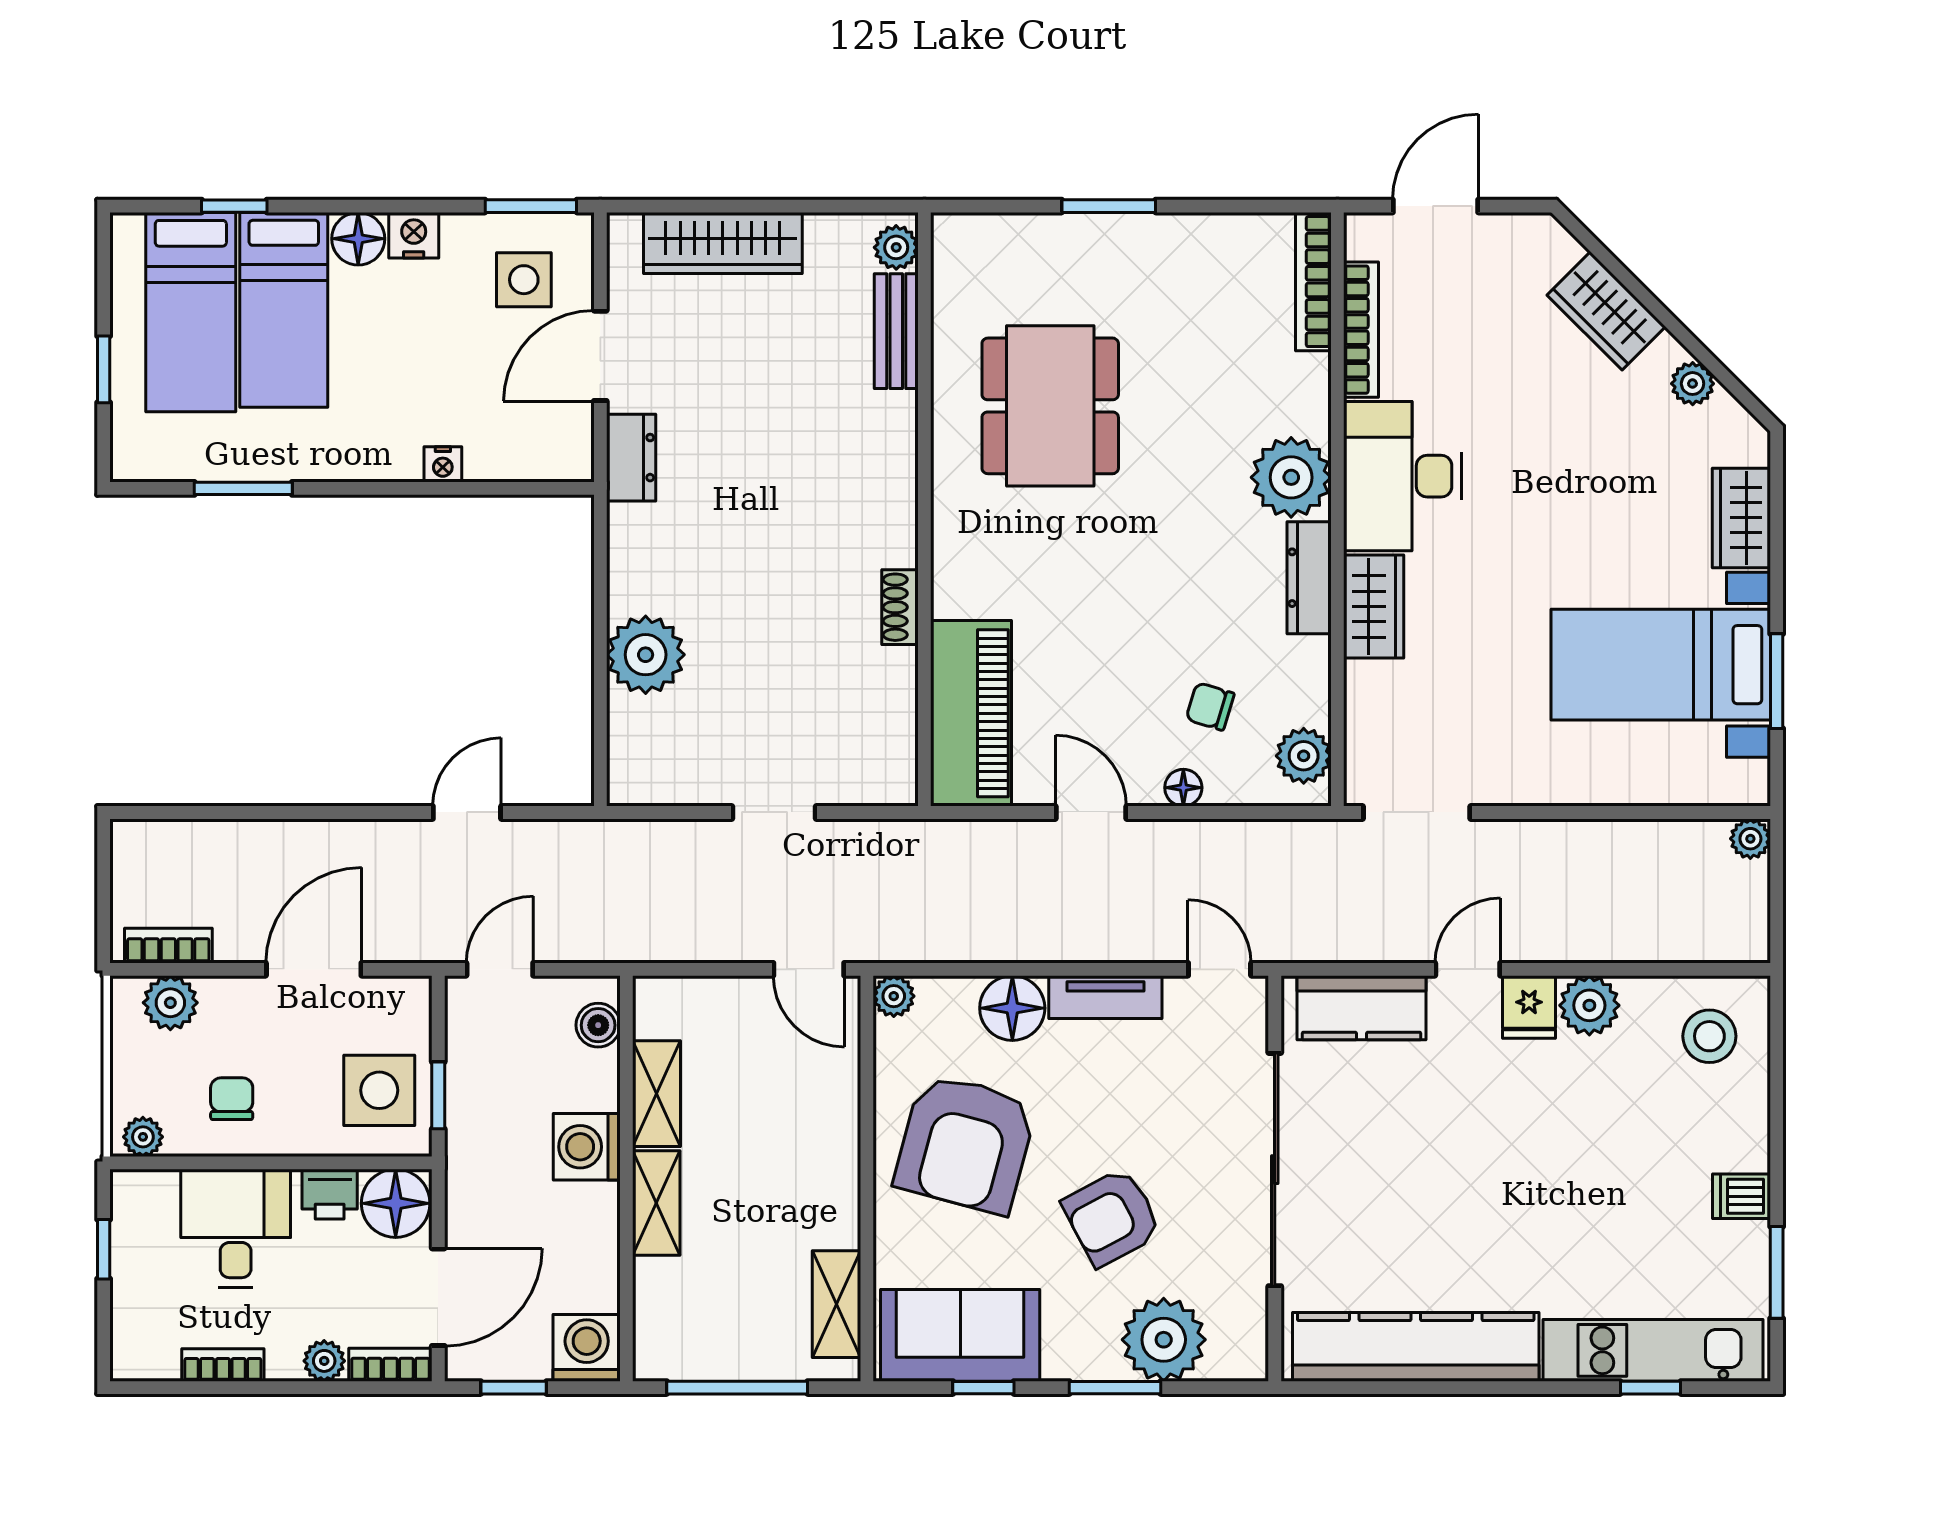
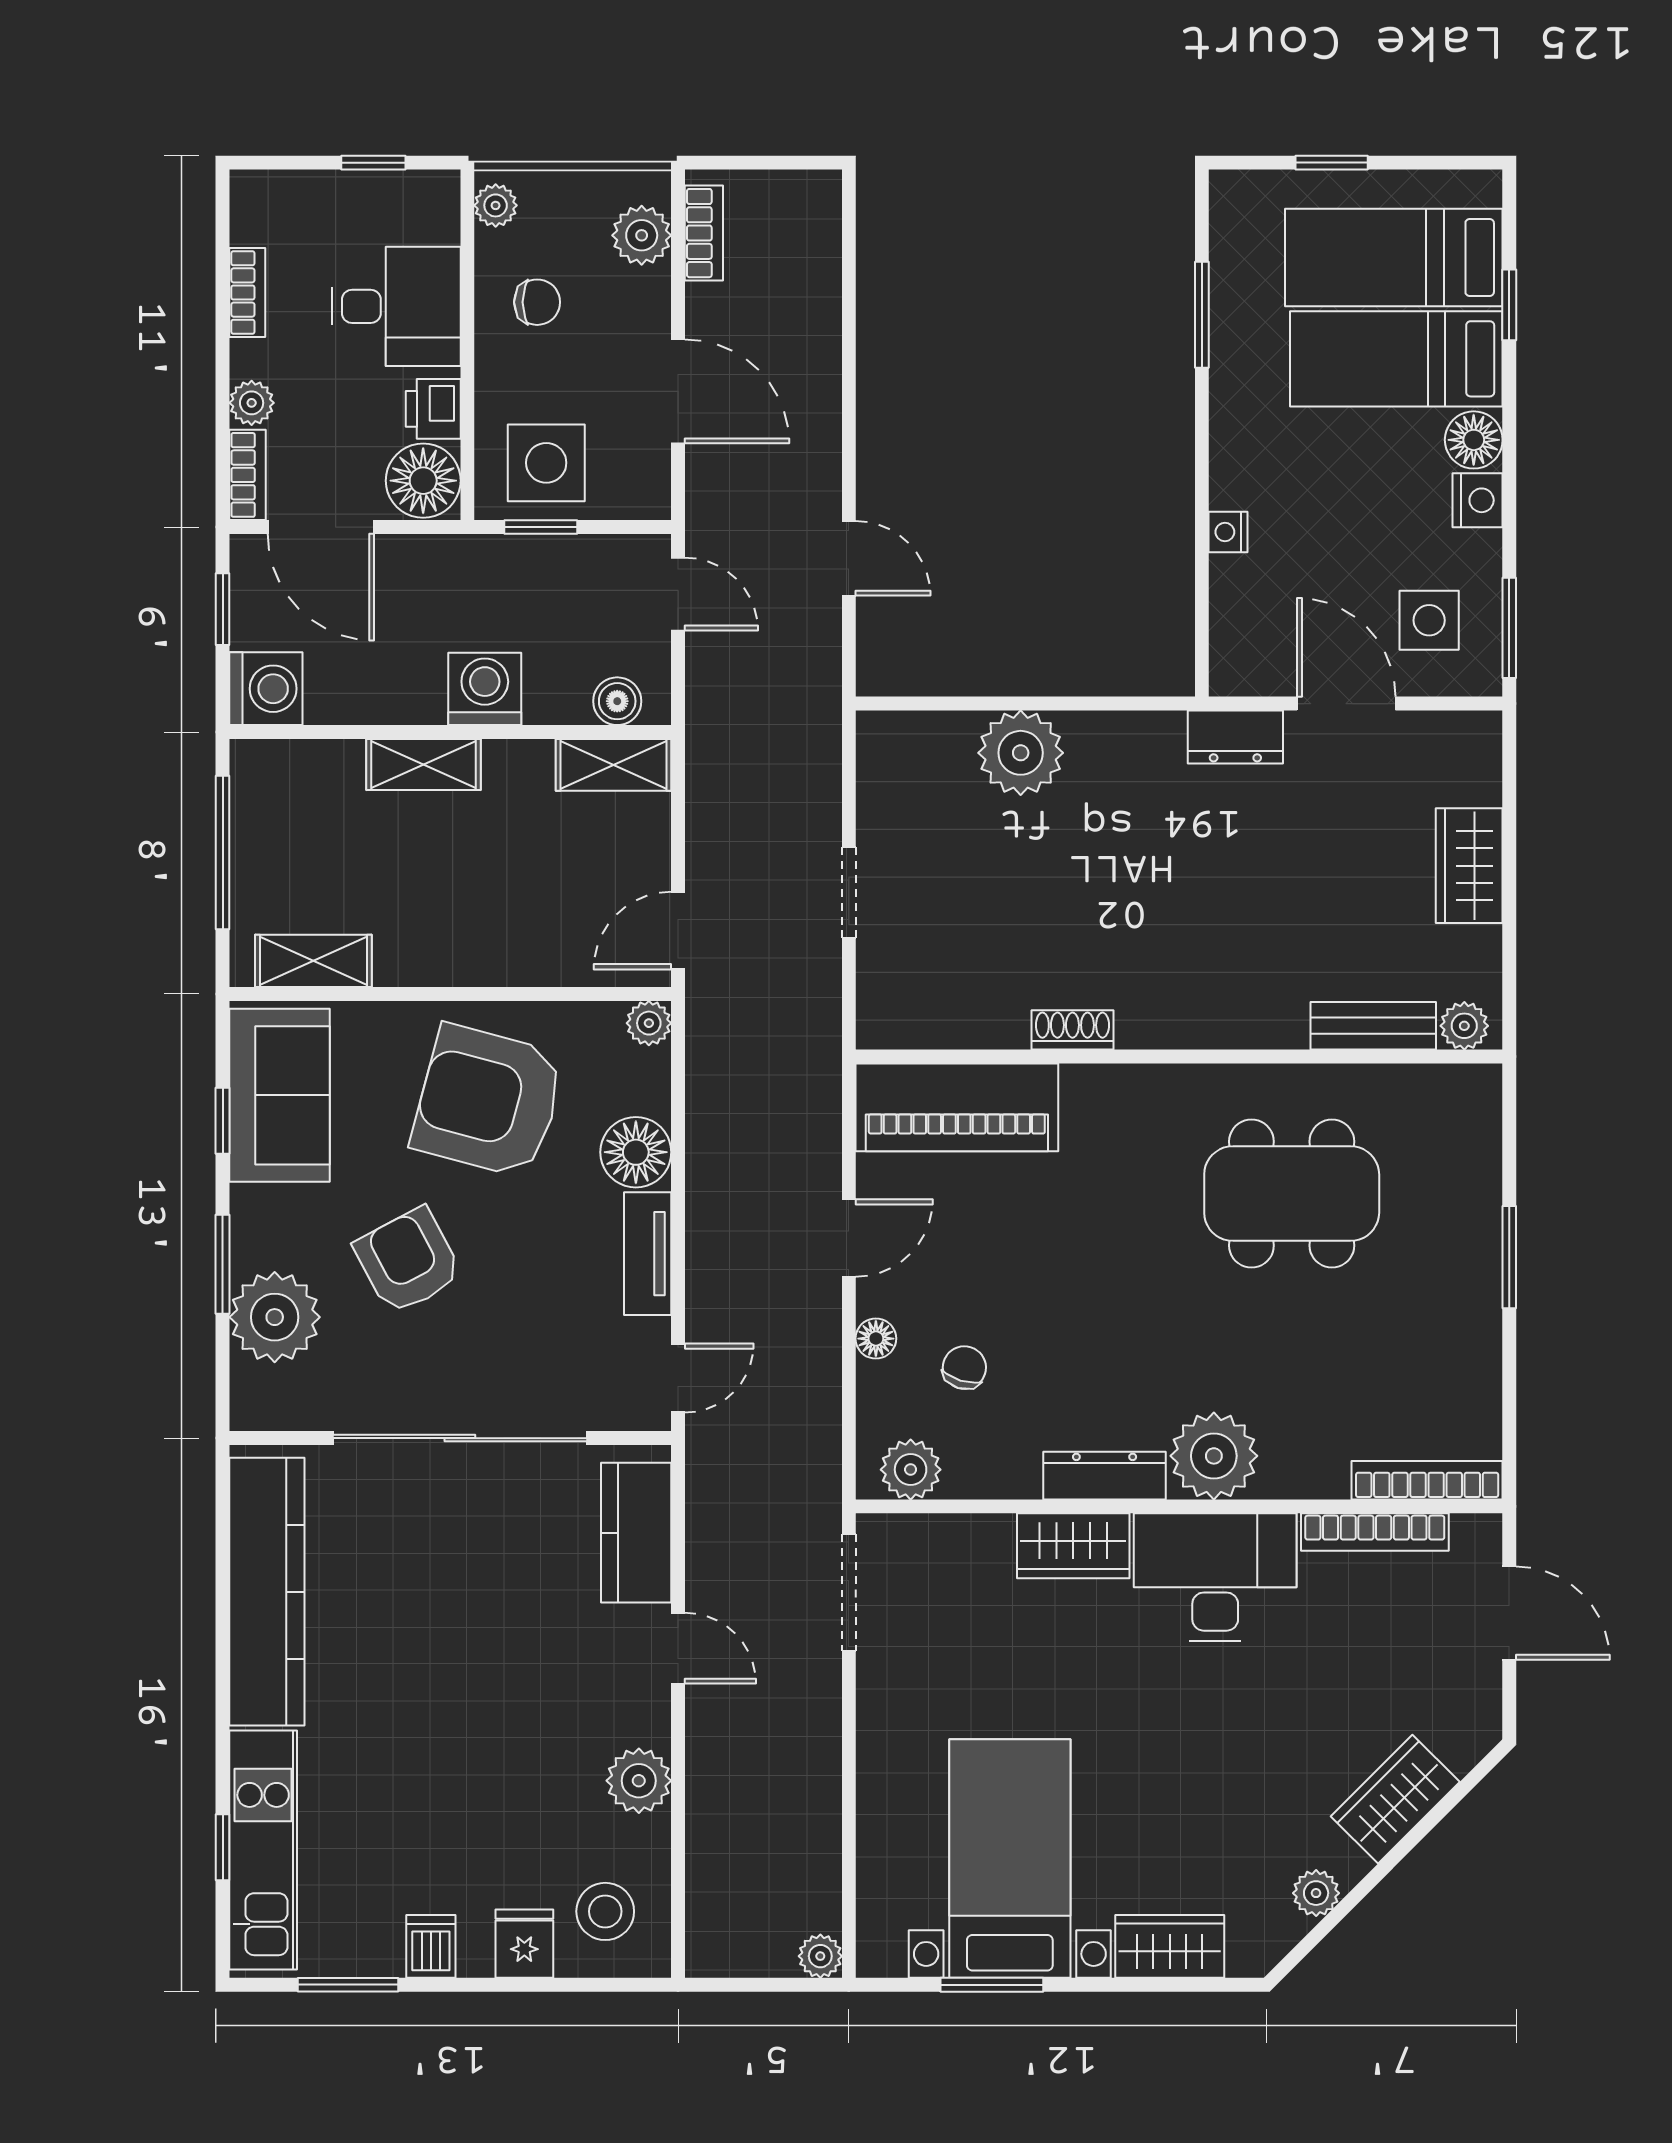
wardrobe: (723, 243) -> (1469, 866), width x0.67
fridge: (1529, 1007) -> (524, 1944), moved, turned 90
shelving: (657, 1094) -> (613, 765), moved

